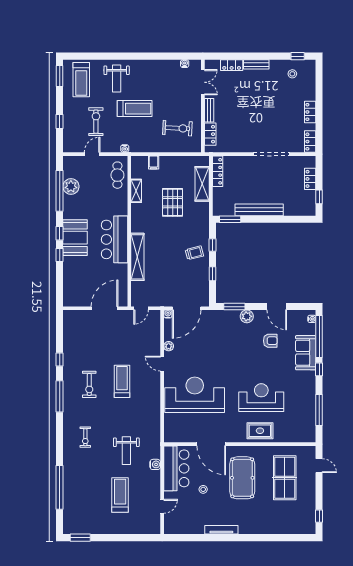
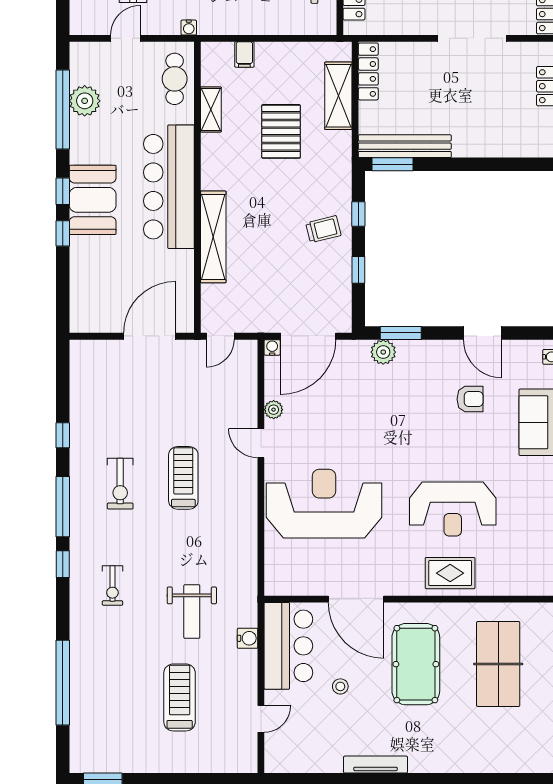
bench: (259, 210) -> (405, 146), moved
bar counter: (114, 239) -> (169, 187), width x1.36
plant: (247, 316) -> (383, 352), moved
reception desk: (261, 398) -> (453, 509), turned 180
window: (60, 426) -> (63, 564), added

